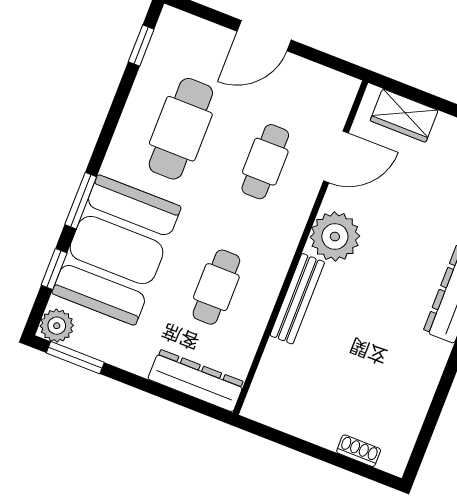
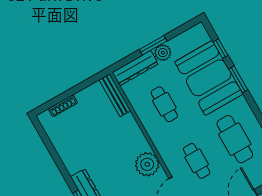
bench: (297, 299) -> (115, 95), moved
plant: (57, 326) -> (163, 53), moved
window: (75, 358) -> (153, 45), moved
shoe rack: (359, 451) -> (63, 106), width x1.43

